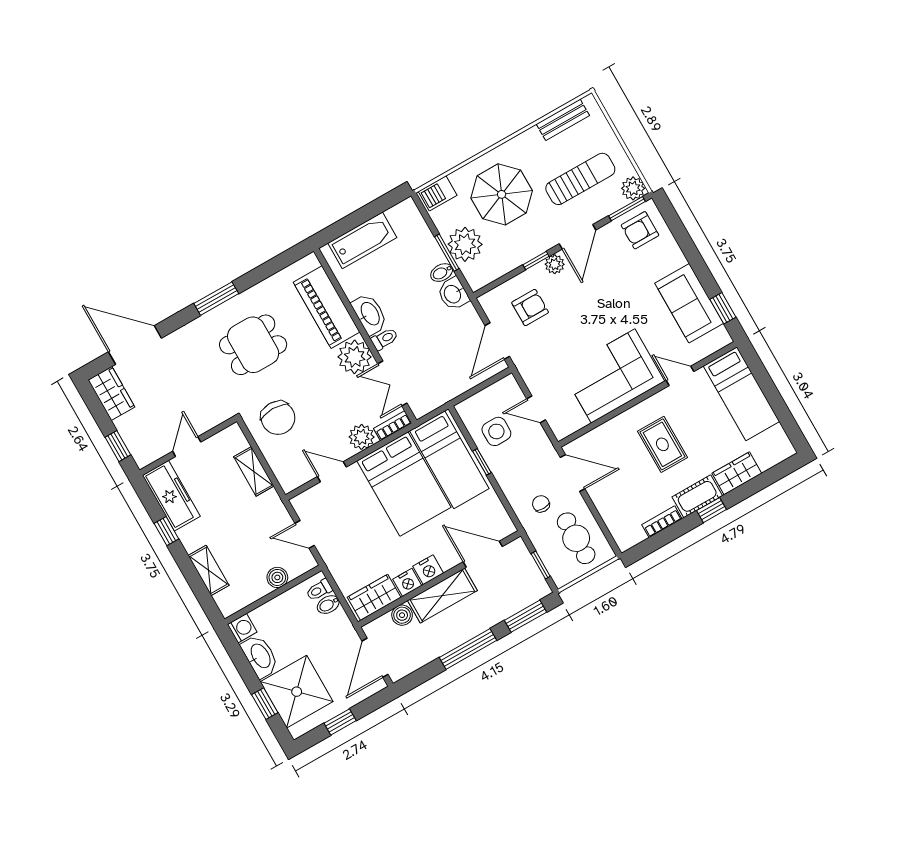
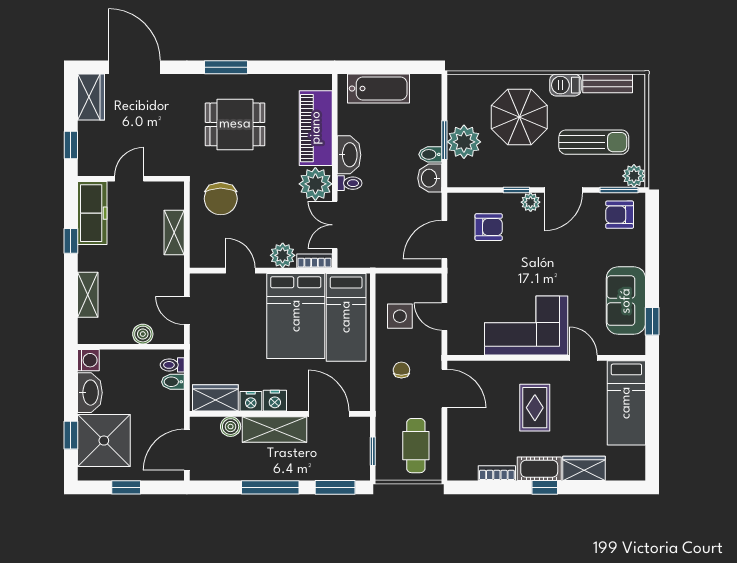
barbecue: (438, 193) -> (565, 85), moved
window: (482, 462) -> (373, 335), removed
chair: (541, 504) -> (401, 370), moved

